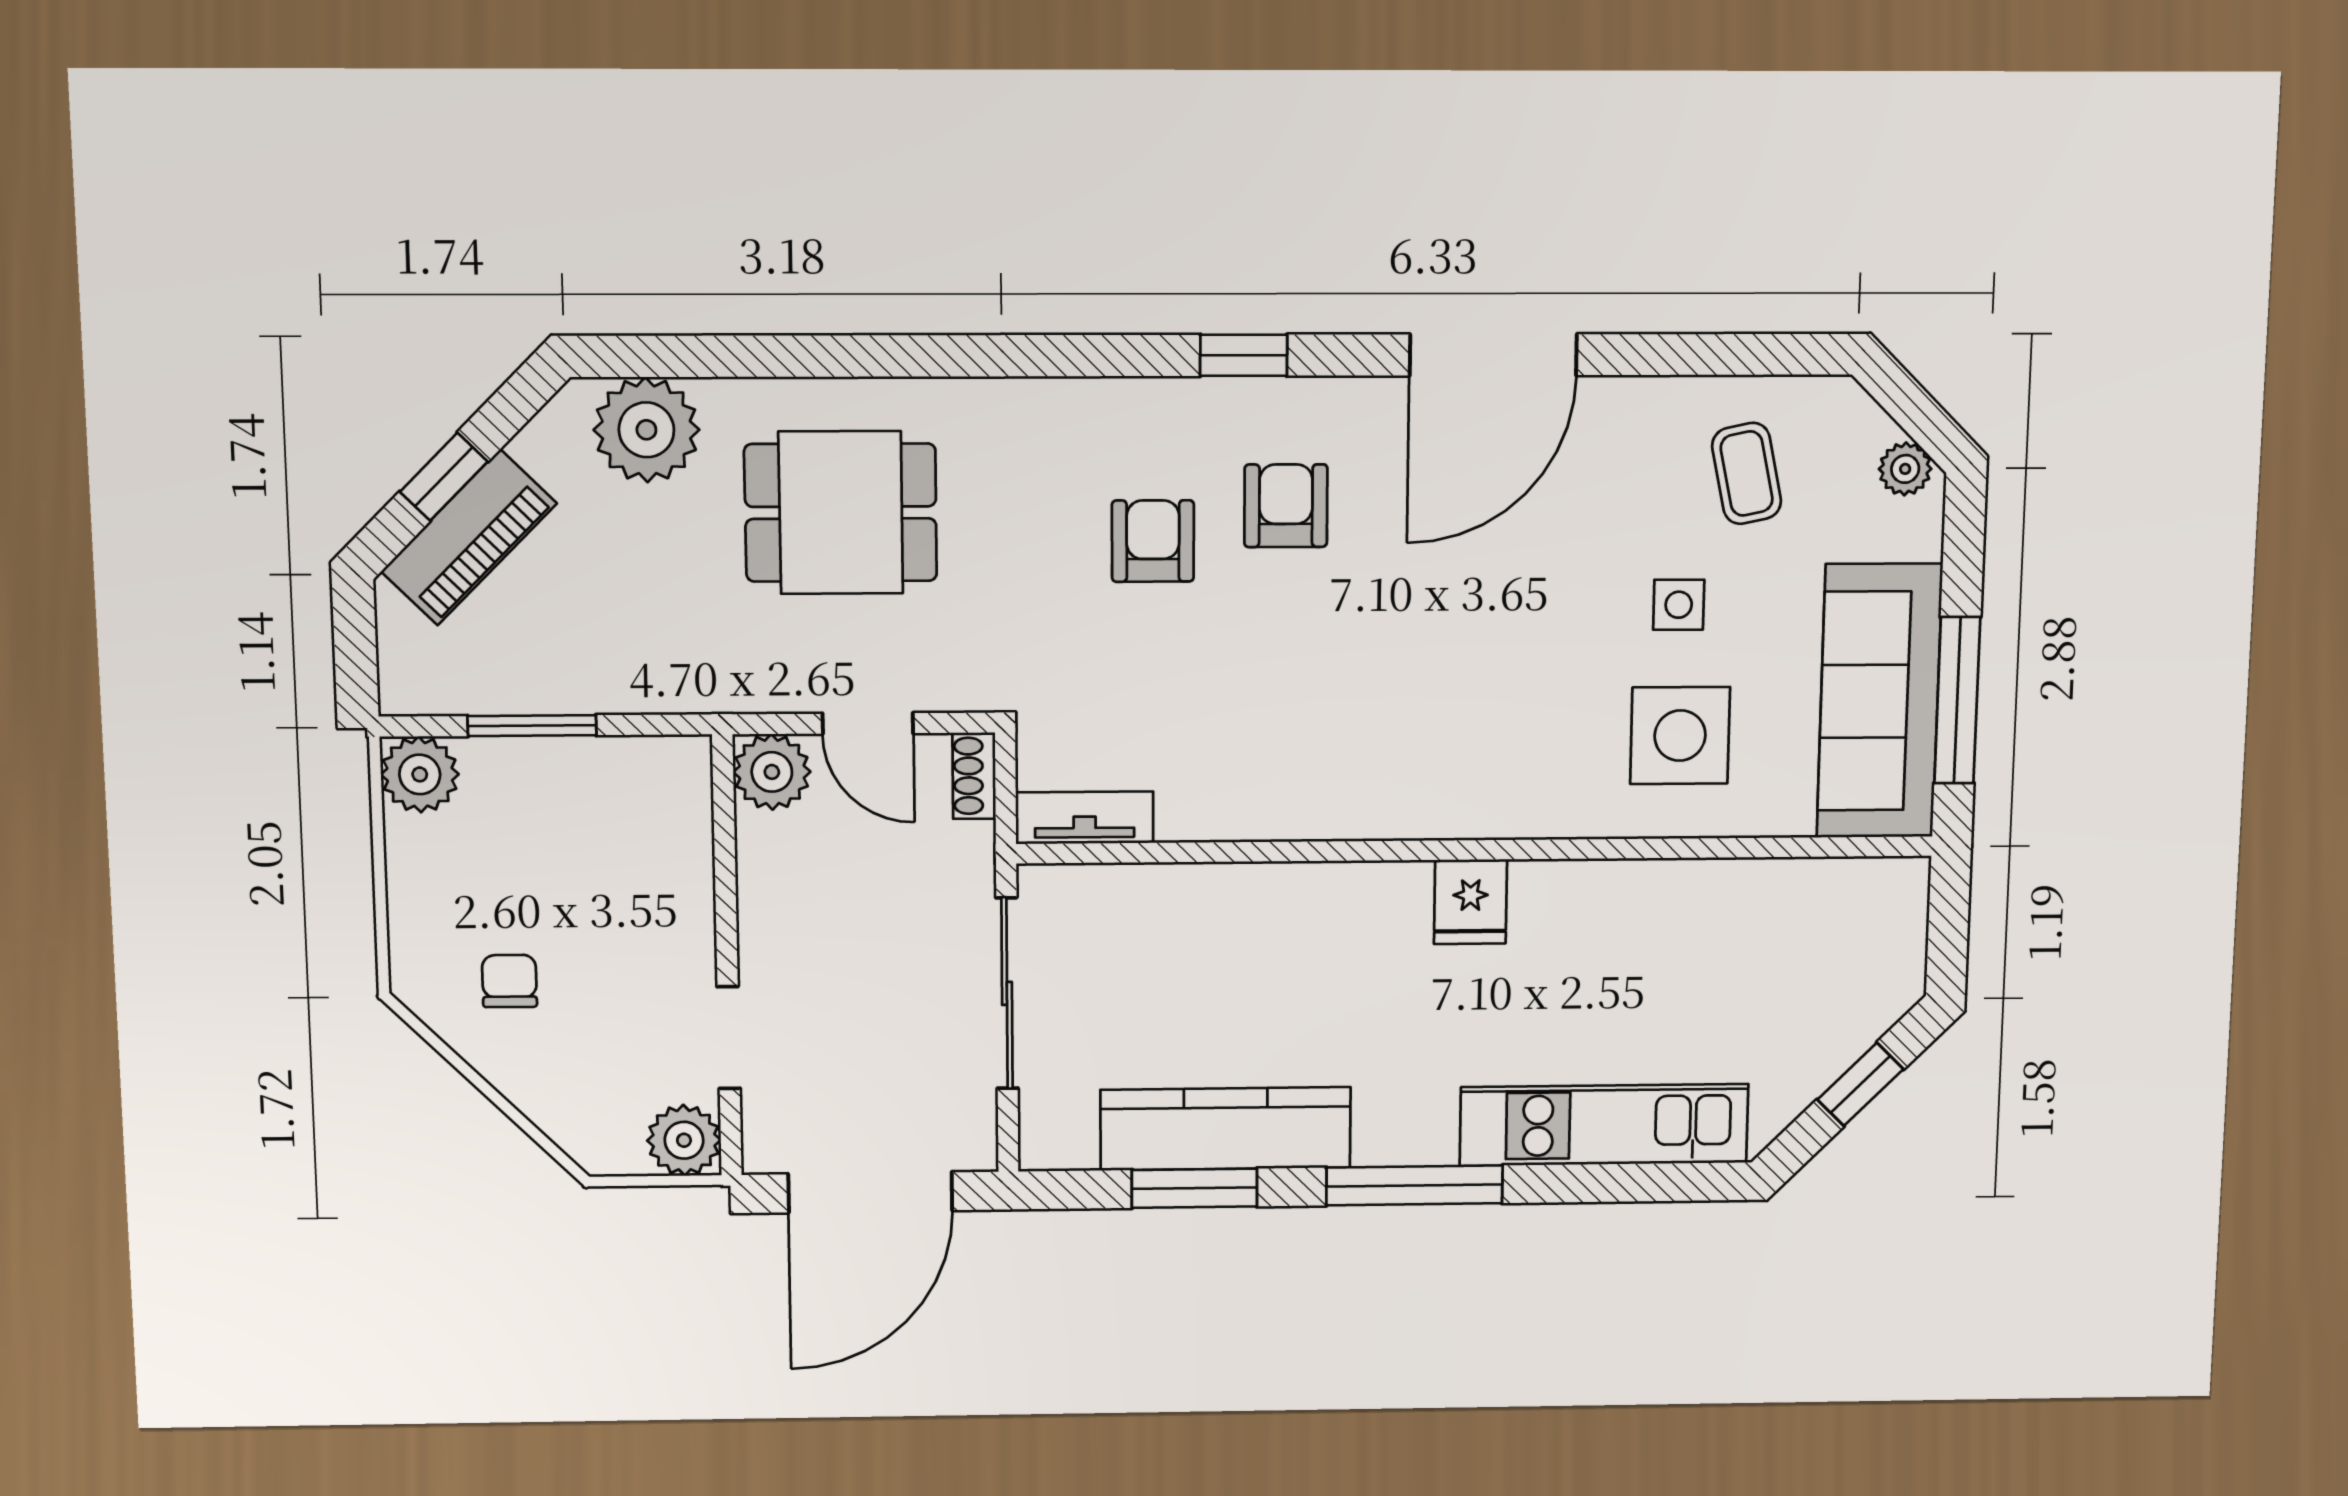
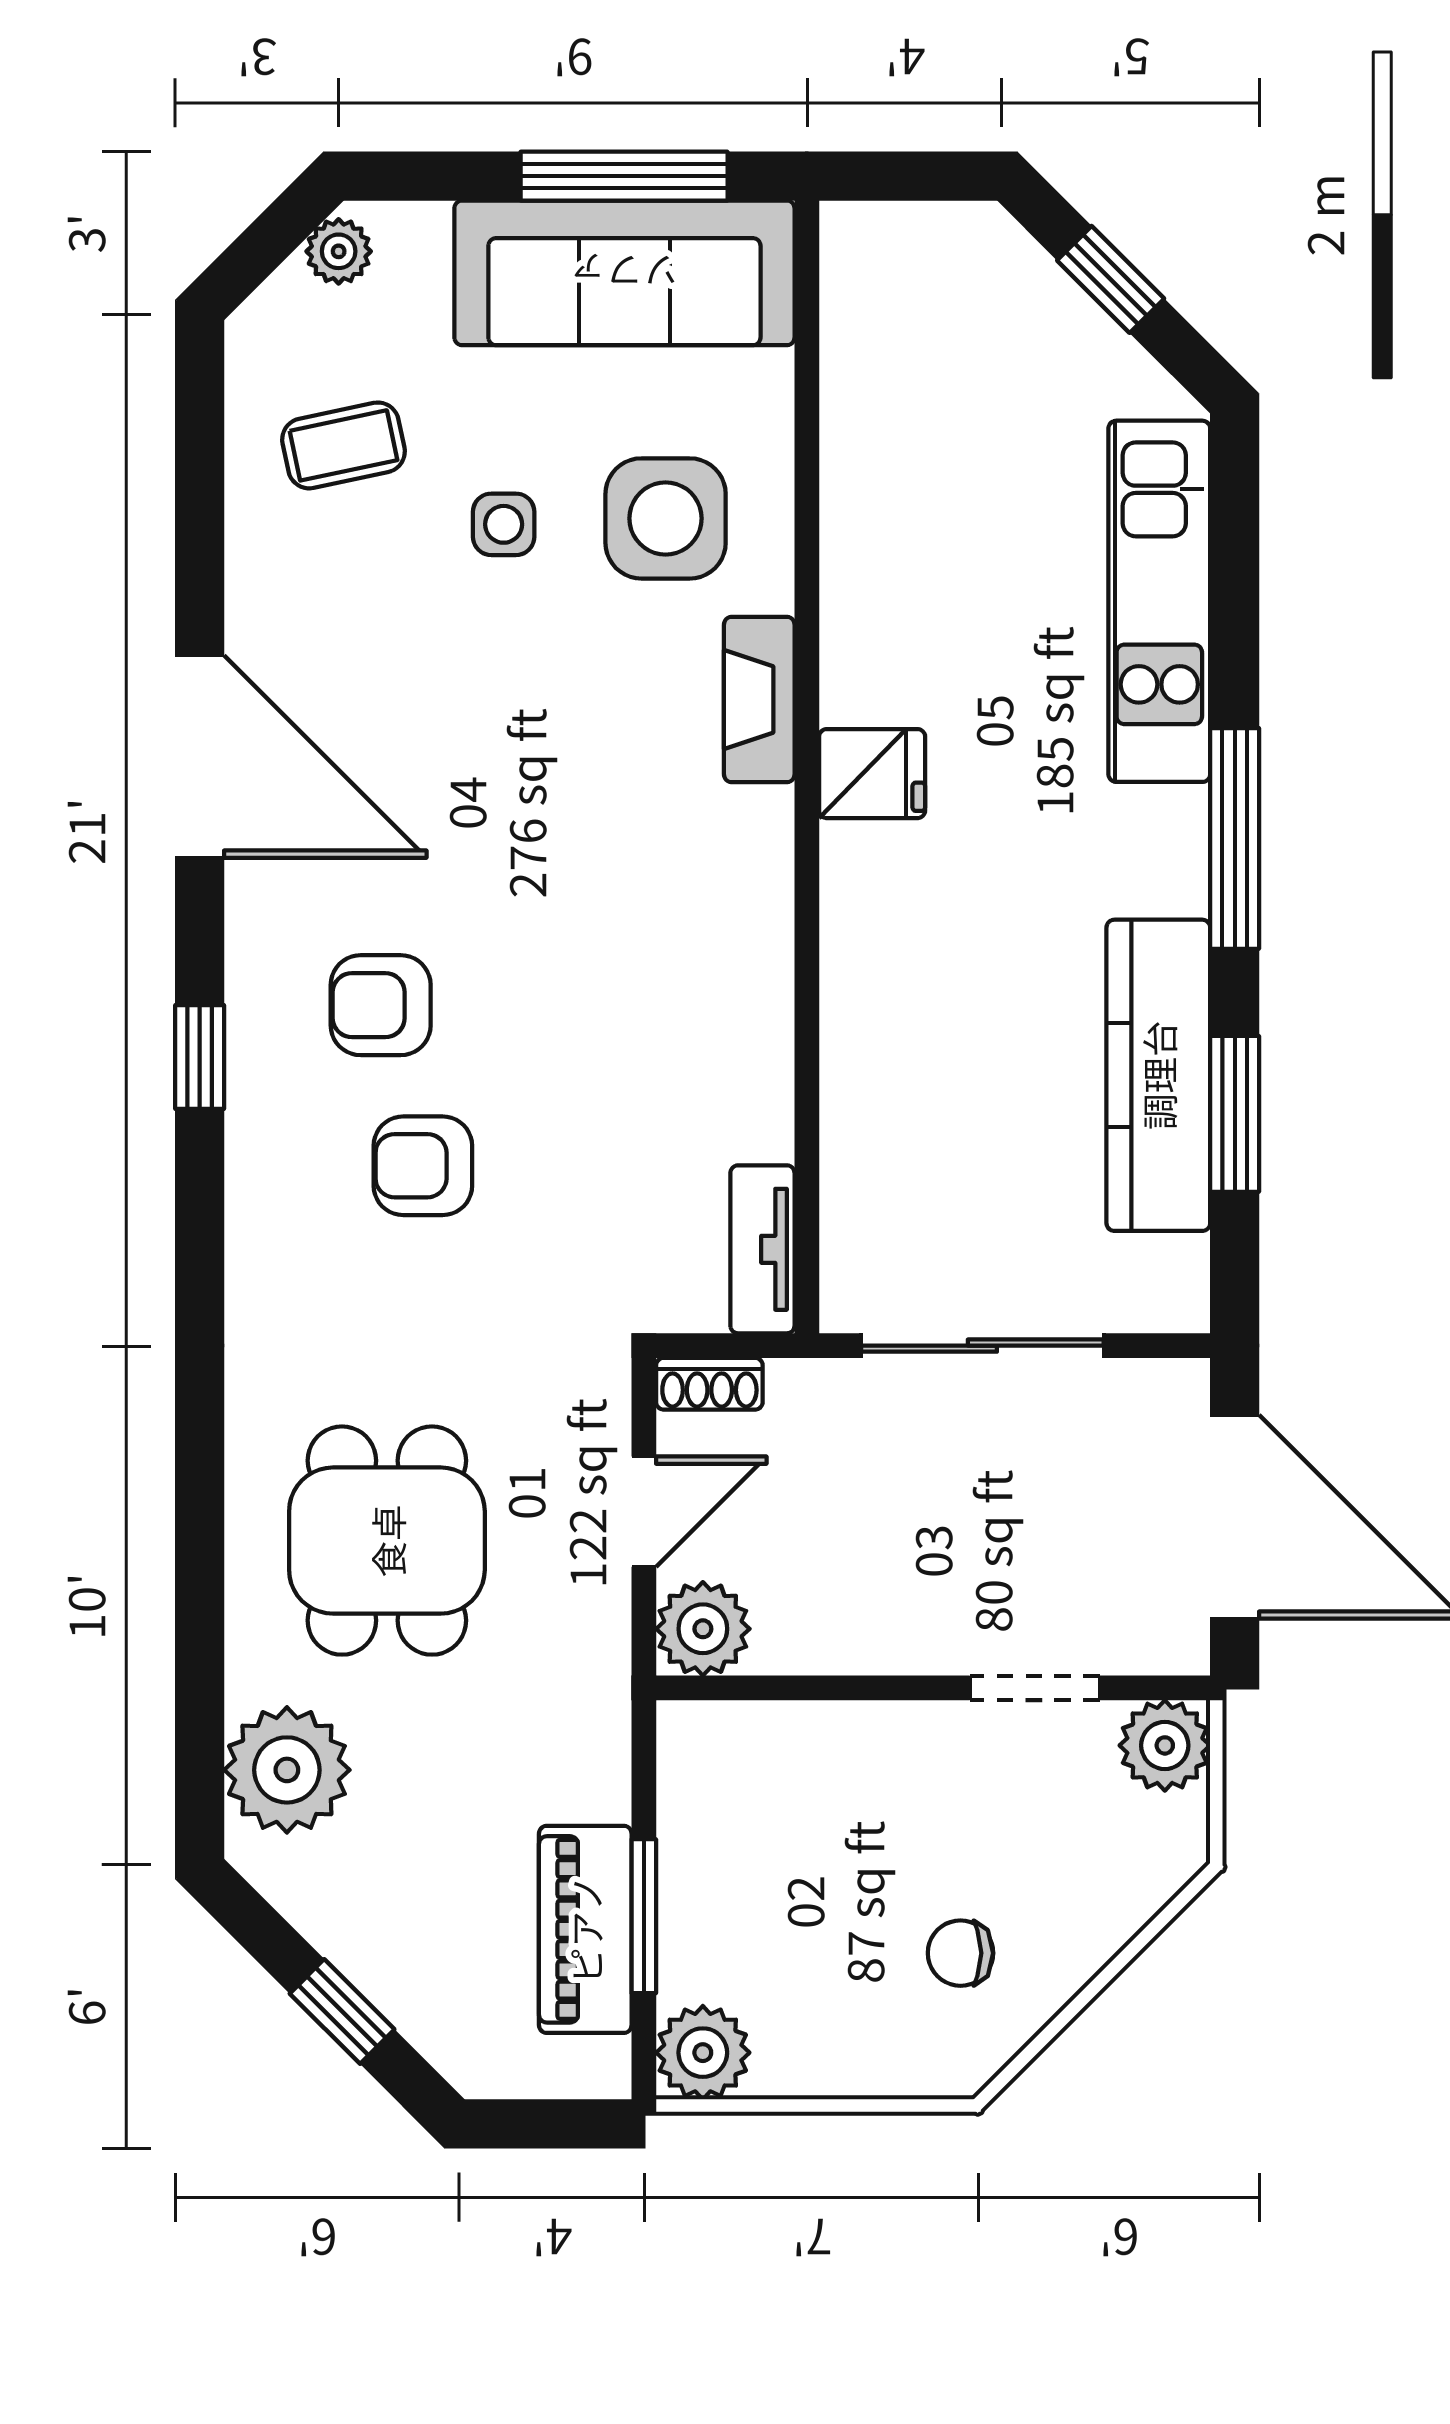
piano: (469, 537) -> (585, 1929), moved, turned -135
fireplace: (1532, 812) -> (759, 700), added

